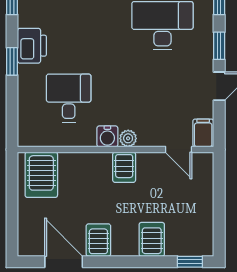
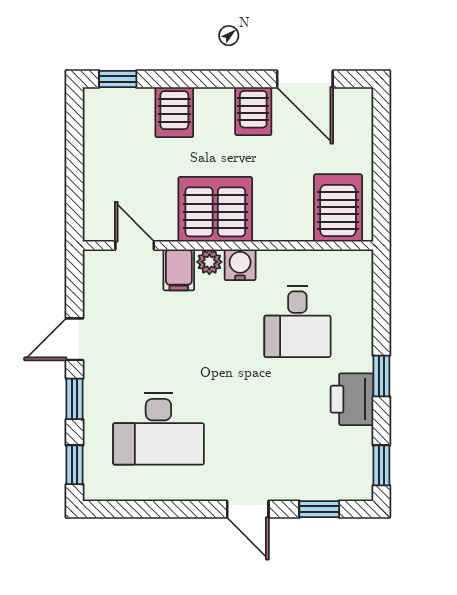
filing cabinet: (203, 133) -> (179, 270), moved
server rack: (124, 167) -> (215, 209), width x2.18, depth x1.44

